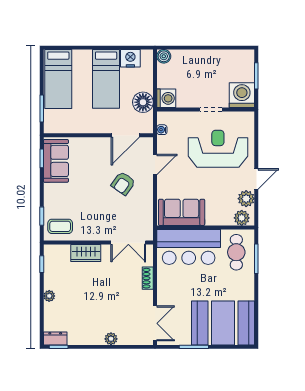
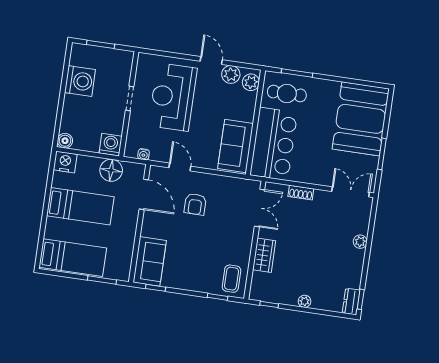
nightstand: (130, 58) -> (65, 162), moved, turned 90
washing machine: (242, 95) -> (80, 81), moved, turned 180
sofa: (56, 161) -> (150, 261), moved, turned 90
armchair: (123, 183) -> (195, 204), turned 55

